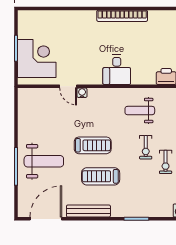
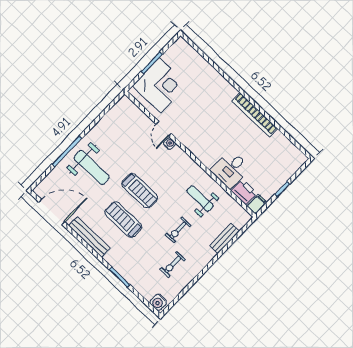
desk: (117, 70) -> (231, 169), moved
exercise bike: (166, 162) -> (173, 264), moved

